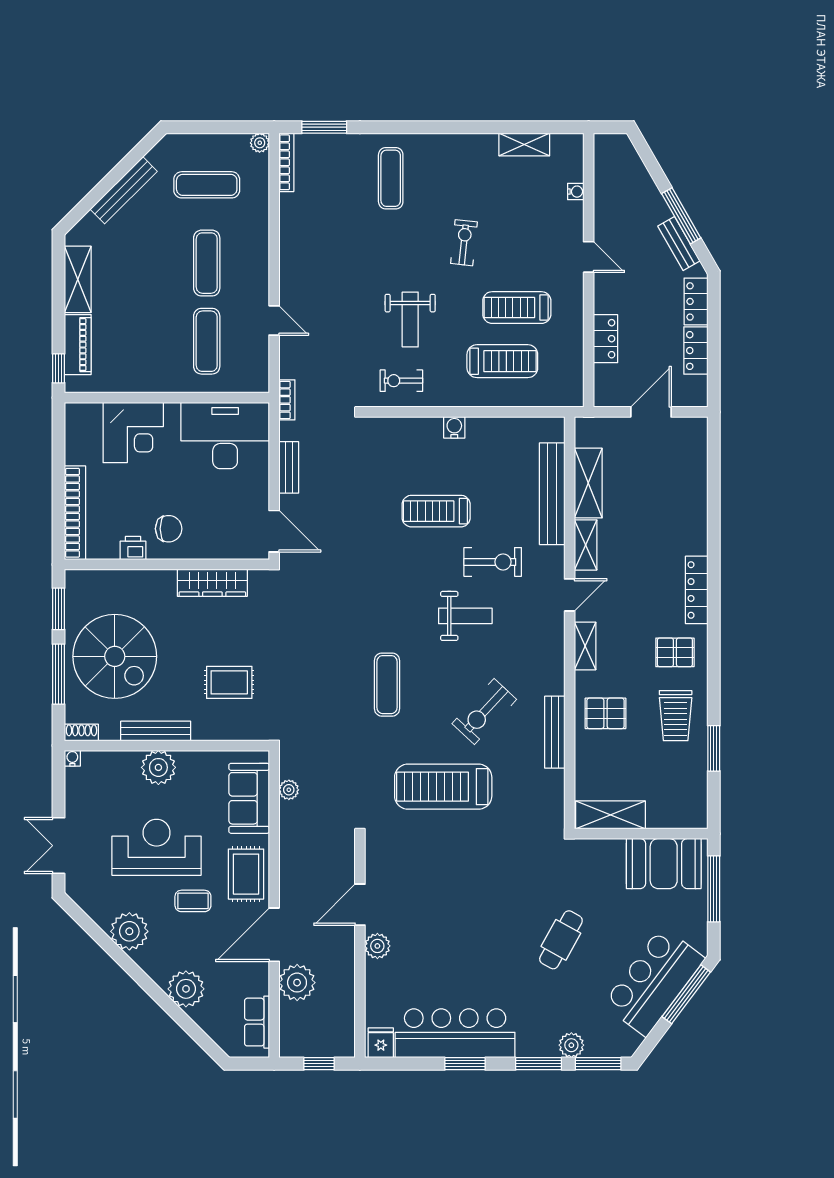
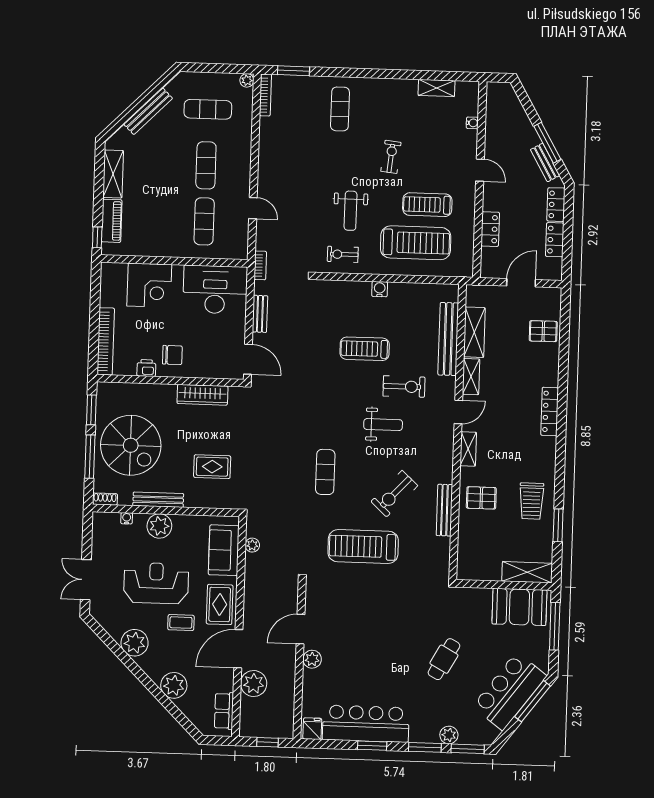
treadmill: (502, 361) -> (416, 243), width x1.37, depth x1.38
pallet: (675, 652) -> (543, 331), moved
water cooler: (72, 758) -> (127, 518), moved
shelving: (610, 815) -> (527, 572), moved

